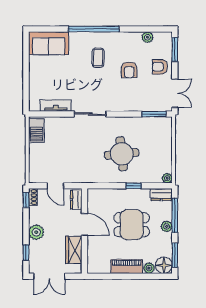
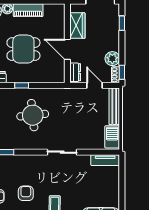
tv unit: (56, 106) -> (105, 160), moved
bench: (34, 163) -> (114, 106), added
plant: (36, 232) -> (112, 59), moved

